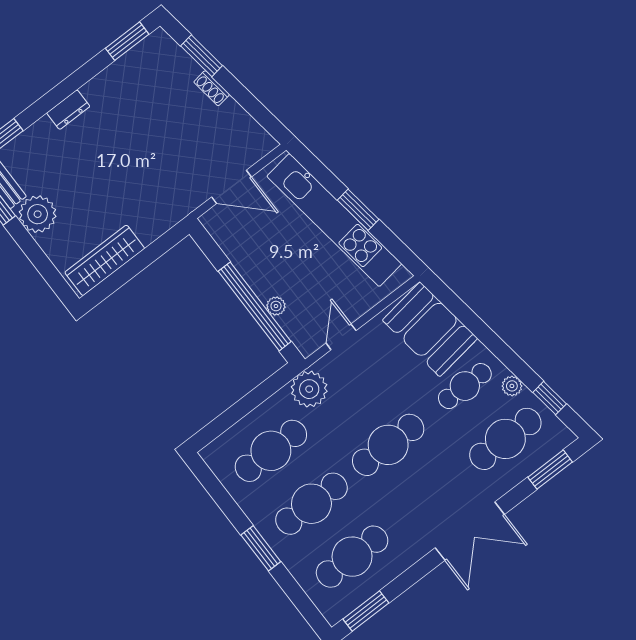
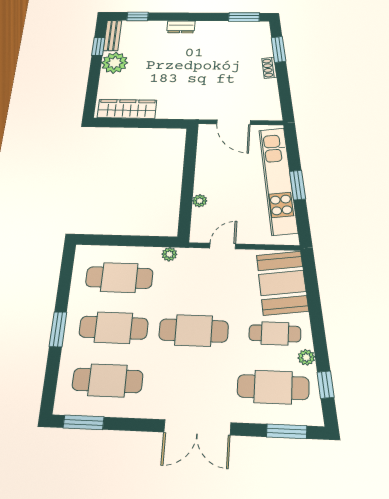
window: (255, 306) -> (187, 192), removed
plant: (309, 389) -> (169, 254), width x0.53, depth x0.53

